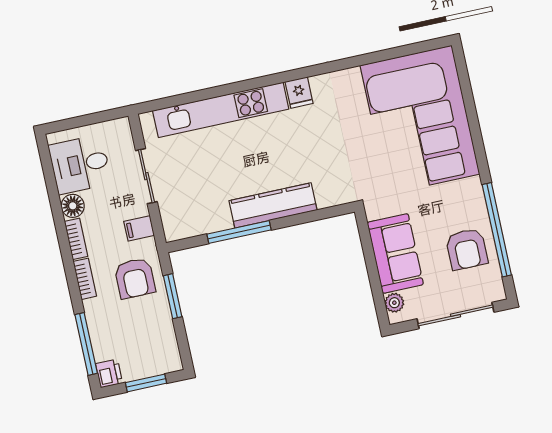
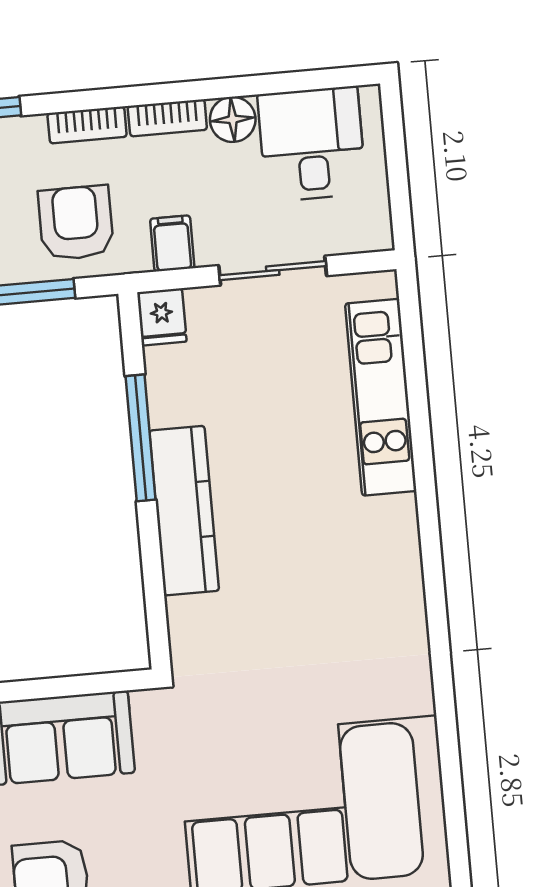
fridge: (299, 93) -> (162, 317), moved, turned -90
kitchen unit: (221, 110) -> (381, 397), width x0.73
armchair: (135, 278) -> (76, 223), turned 90

